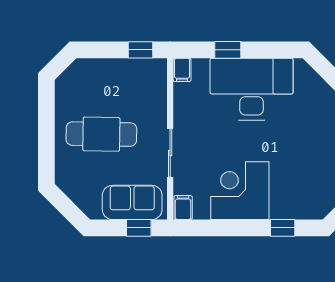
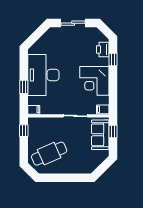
cafe table: (101, 134) -> (49, 154), moved, turned 65
printer: (303, 207) -> (103, 49), added

